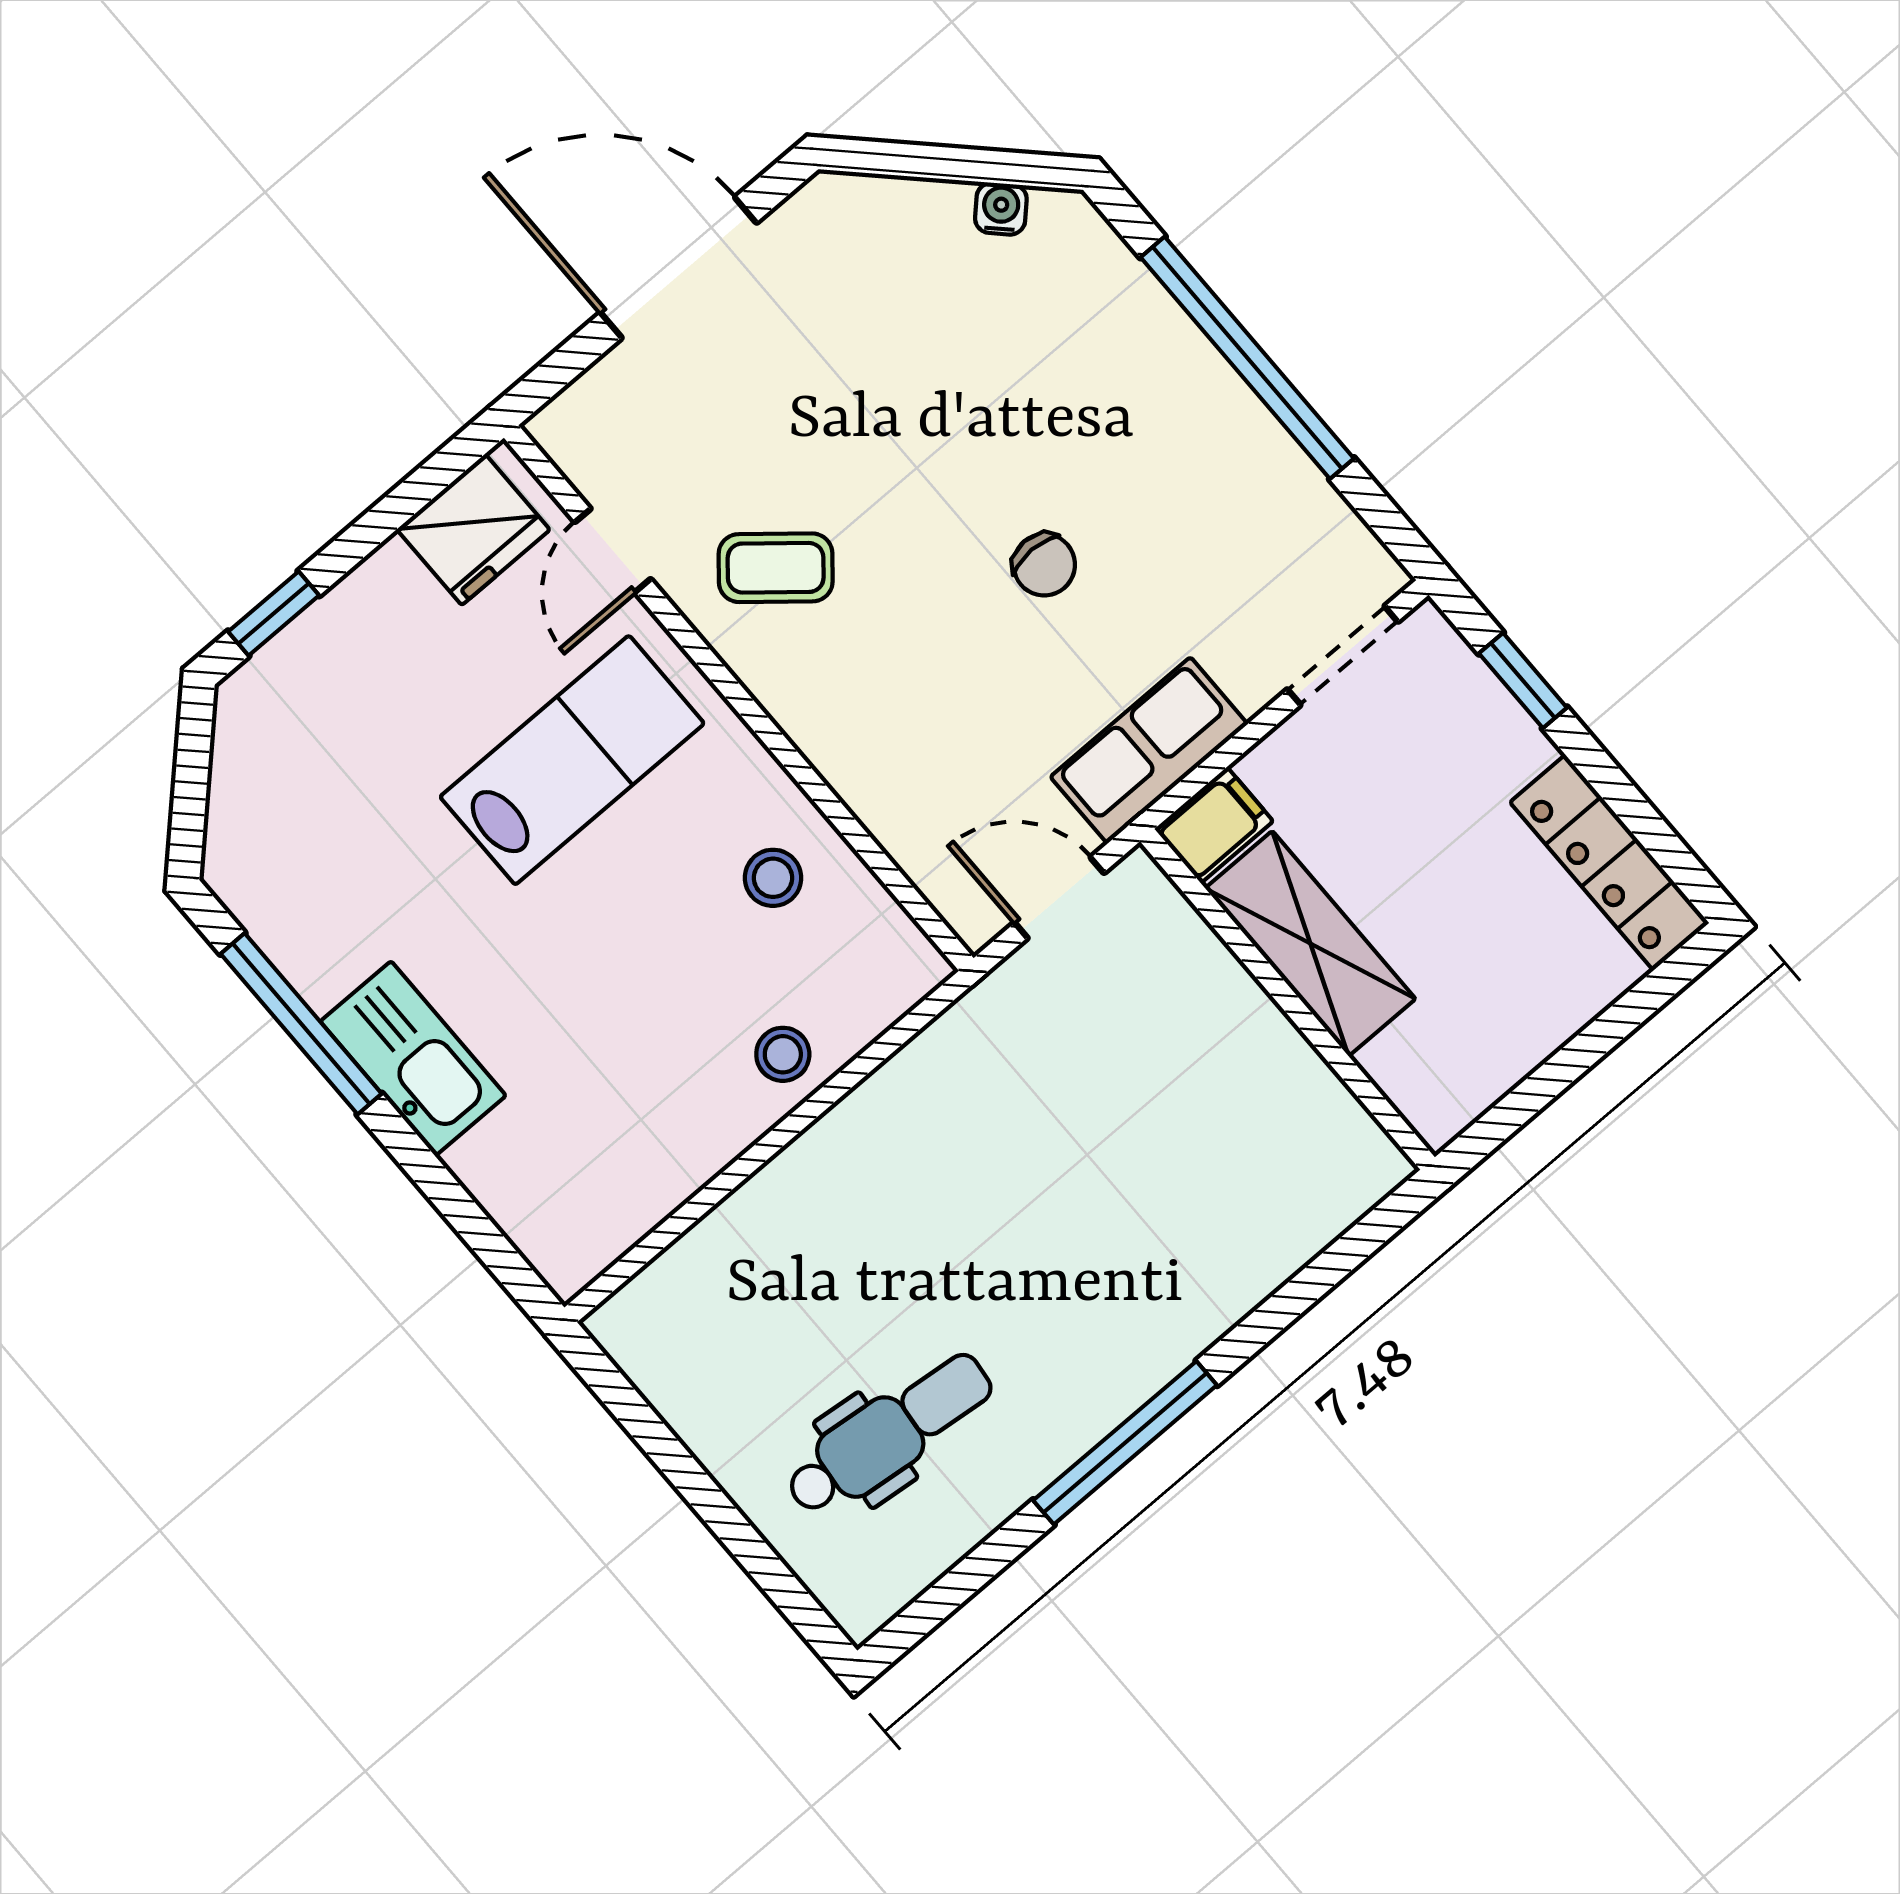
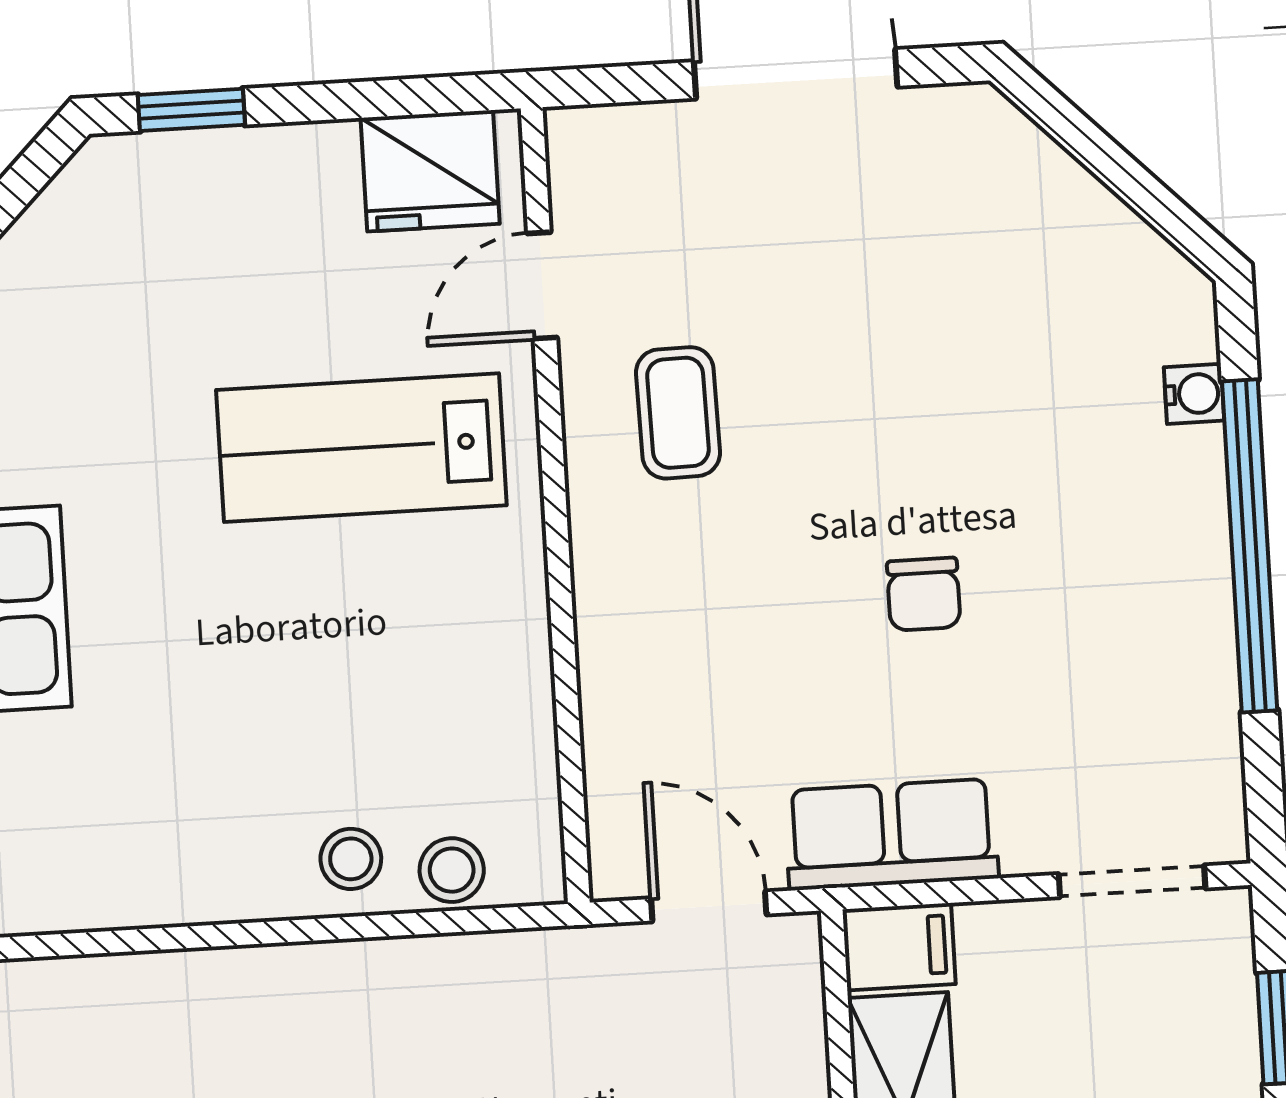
water cooler: (1001, 209) -> (1194, 394), moved, turned 45
coffee table: (776, 568) -> (678, 413), turned 49
lab bench: (572, 760) -> (361, 448), turned 180
stool: (773, 878) -> (452, 870), moved

